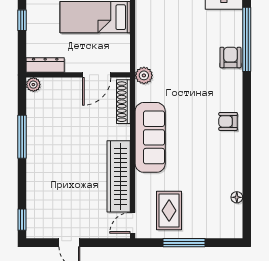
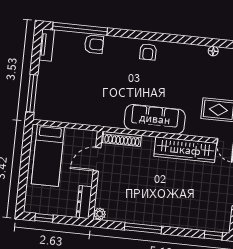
armchair: (230, 57) -> (94, 44), turned 180
door: (97, 75) -> (97, 159), swing flipped
plant: (144, 75) -> (102, 119), removed

